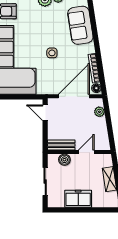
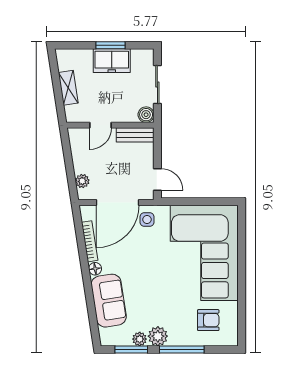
side table: (52, 53) -> (147, 220), moved
floor lamp: (96, 88) -> (95, 269), moved
boiler: (64, 160) -> (146, 115), moved
window: (79, 210) -> (111, 45), added

